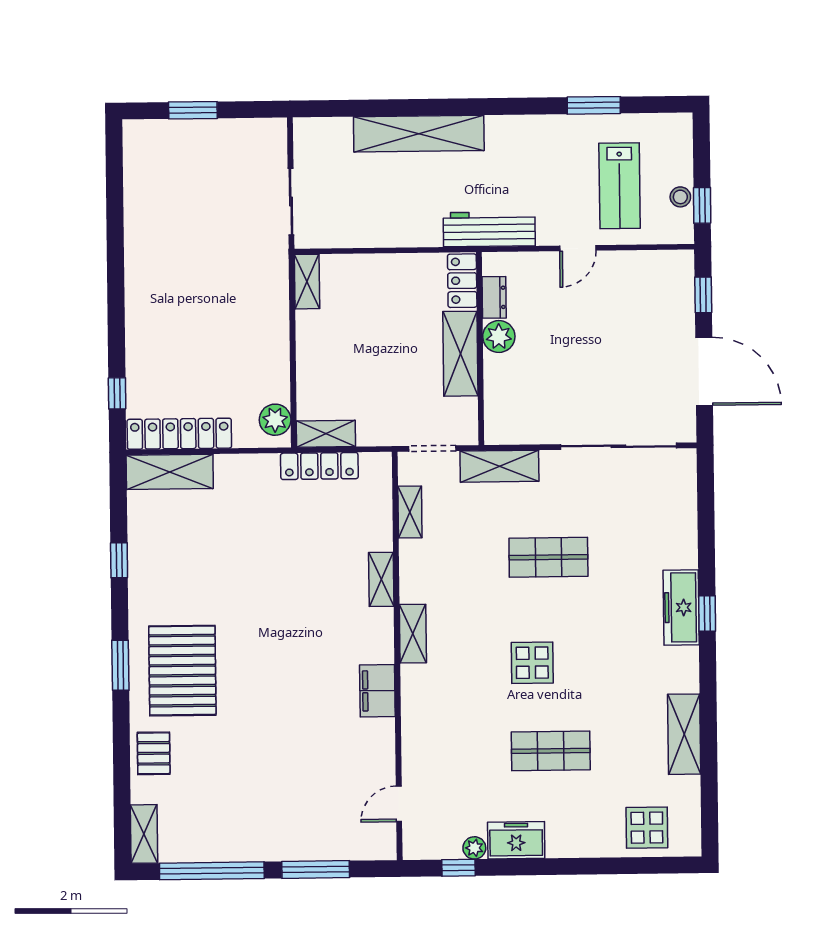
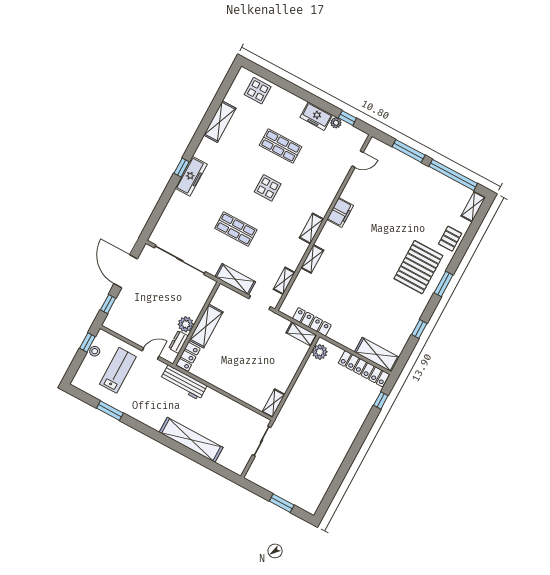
locker: (462, 281) -> (188, 357), moved
dresser: (494, 297) -> (179, 342), moved
plant: (499, 337) -> (186, 324), moved
wall: (480, 349) -> (197, 324), moved
shelving: (460, 354) -> (206, 326), moved

